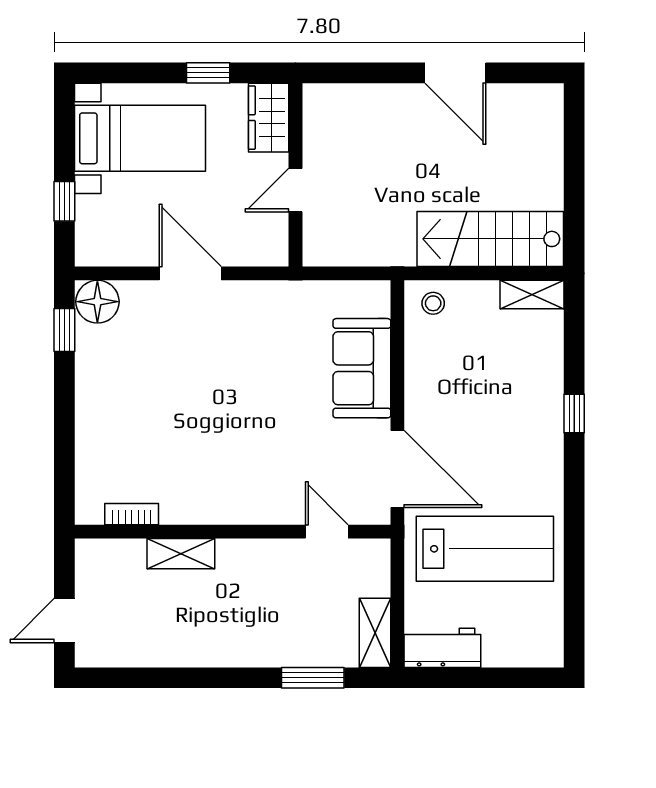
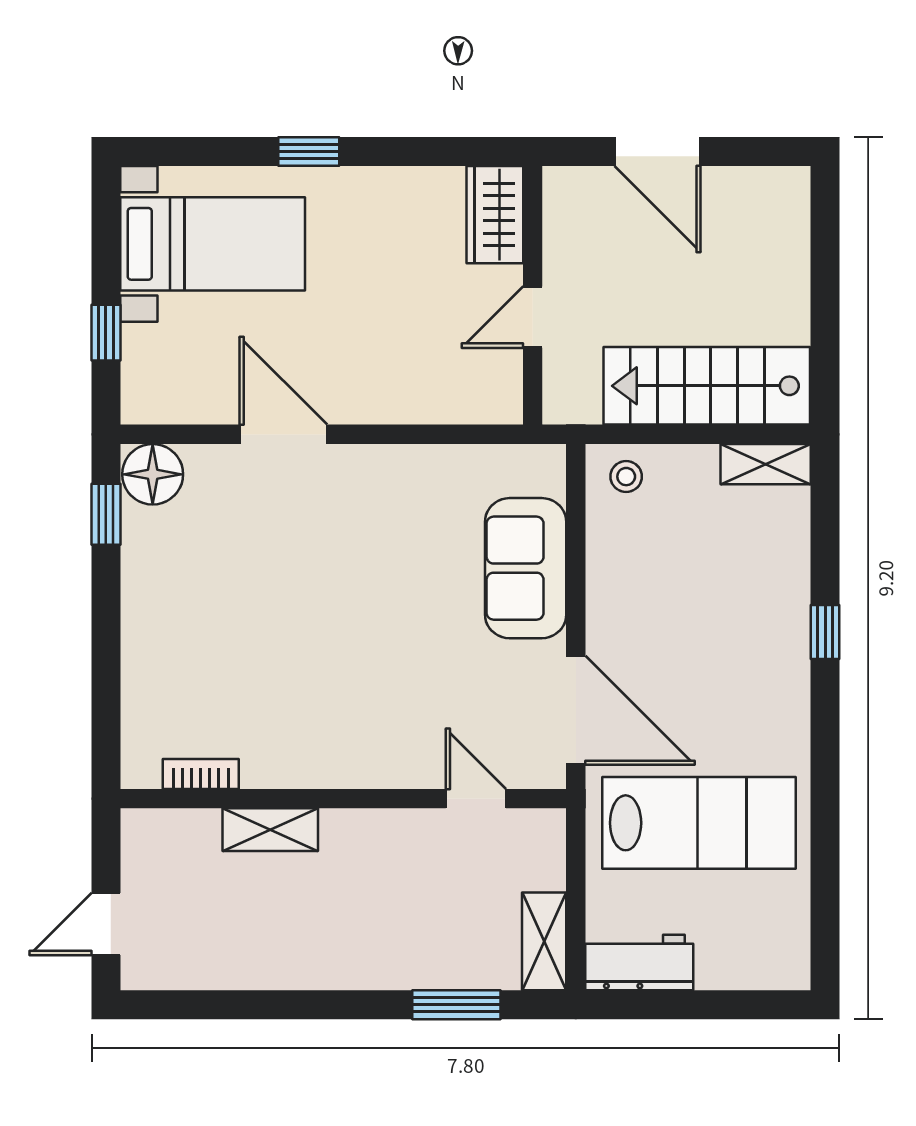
wardrobe: (269, 118) -> (495, 215), moved
wall: (296, 175) -> (533, 295), moved
door: (296, 190) -> (533, 317), moved

